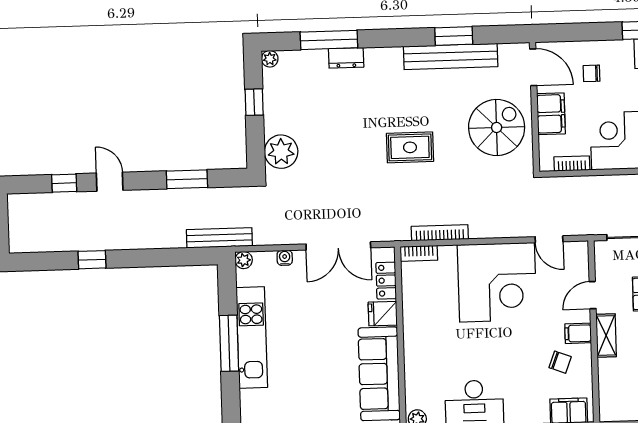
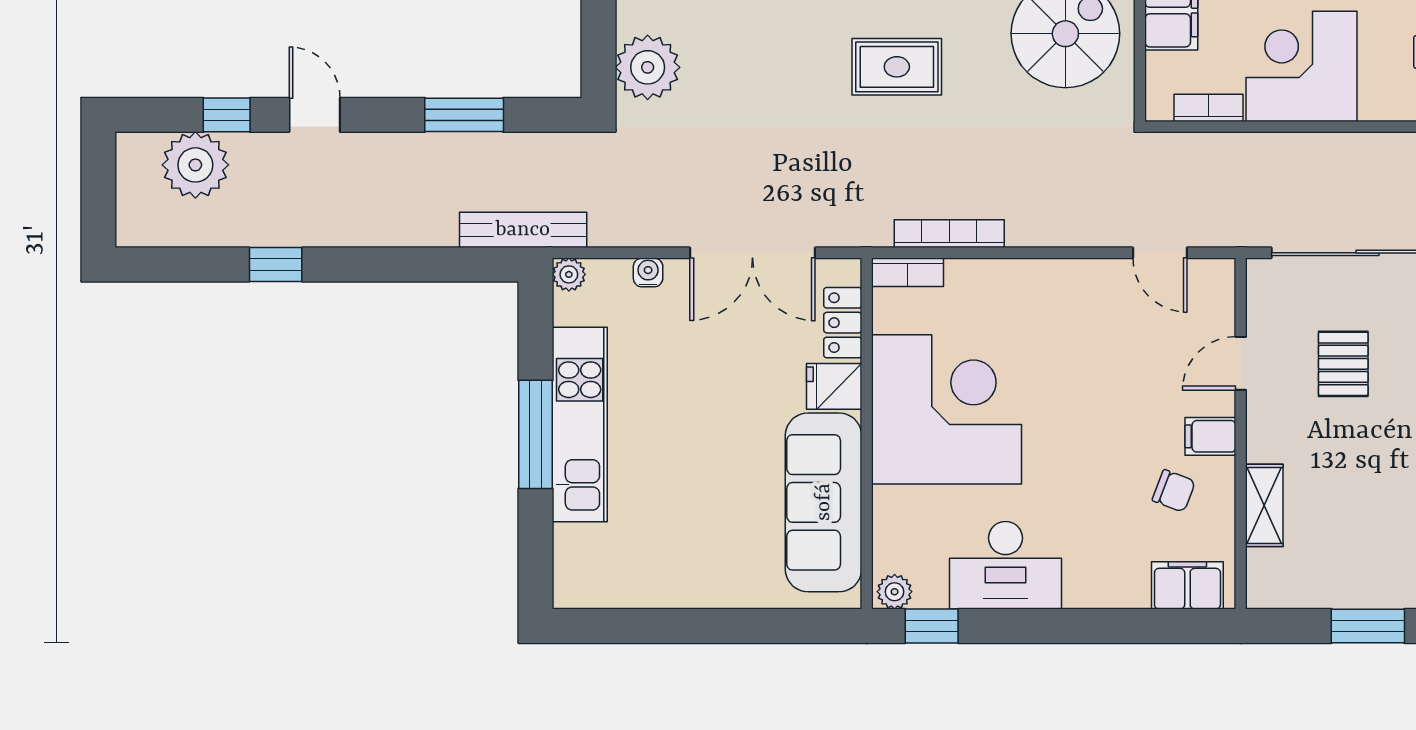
plant: (49, 209) -> (195, 165), added
corner desk: (497, 282) -> (946, 409), moved, turned -90
shelving: (606, 335) -> (1264, 505), moved

